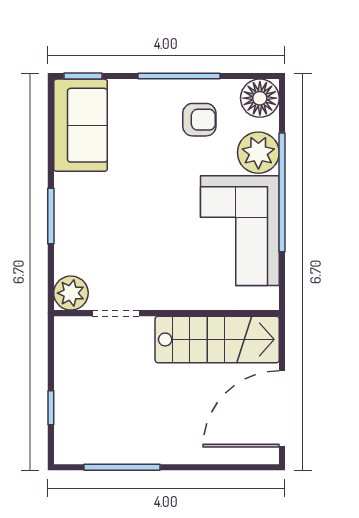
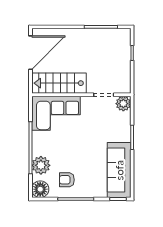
sofa: (80, 125) -> (119, 170), width x1.36
corner sofa: (240, 231) -> (56, 113), moved, turned 90

